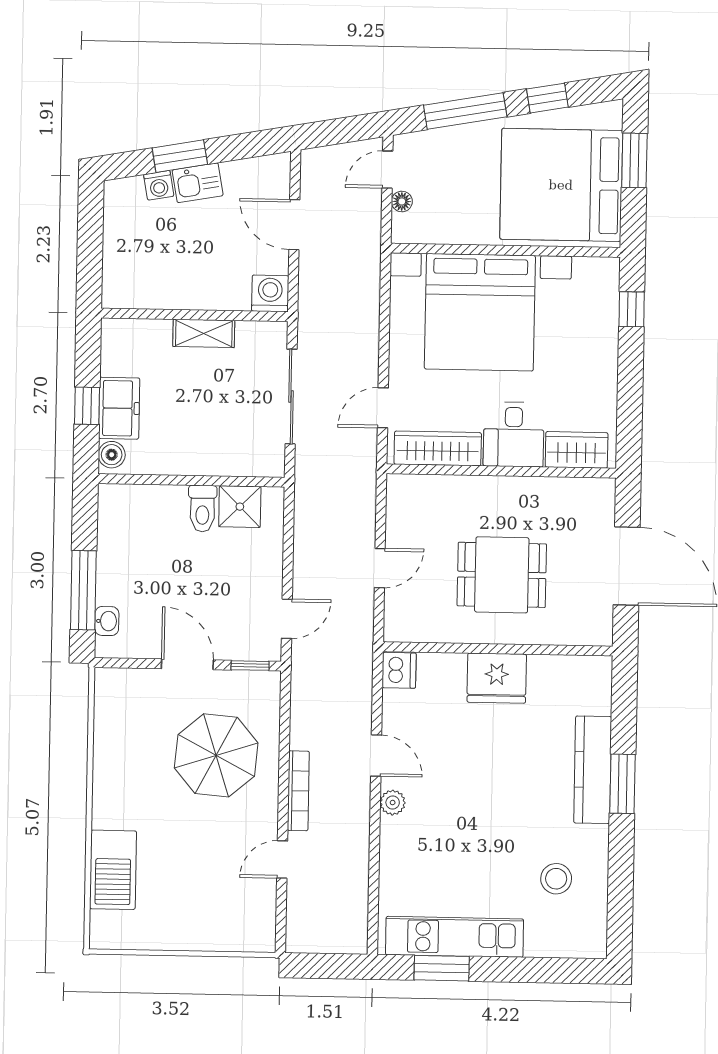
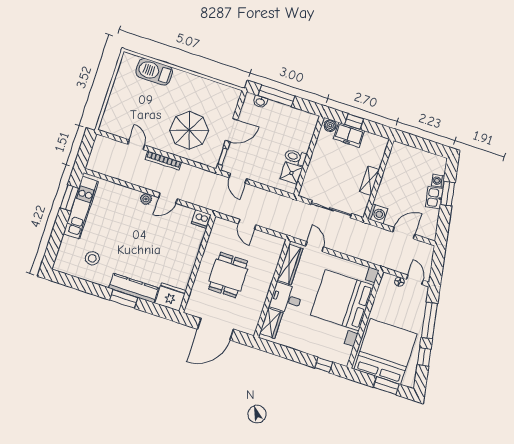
fridge: (497, 678) -> (170, 297), moved, turned 90

